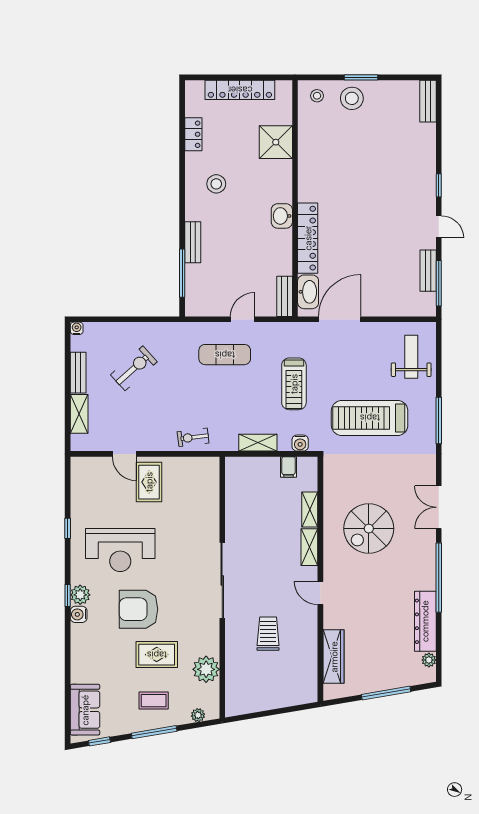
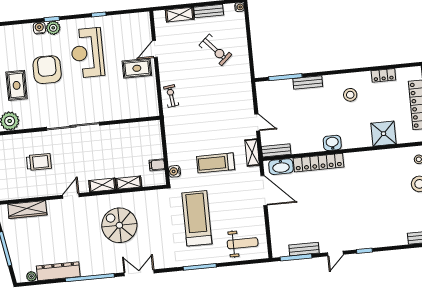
exercise mat: (225, 355) -> (231, 112), removed
shelving: (258, 443) -> (252, 153), moved

